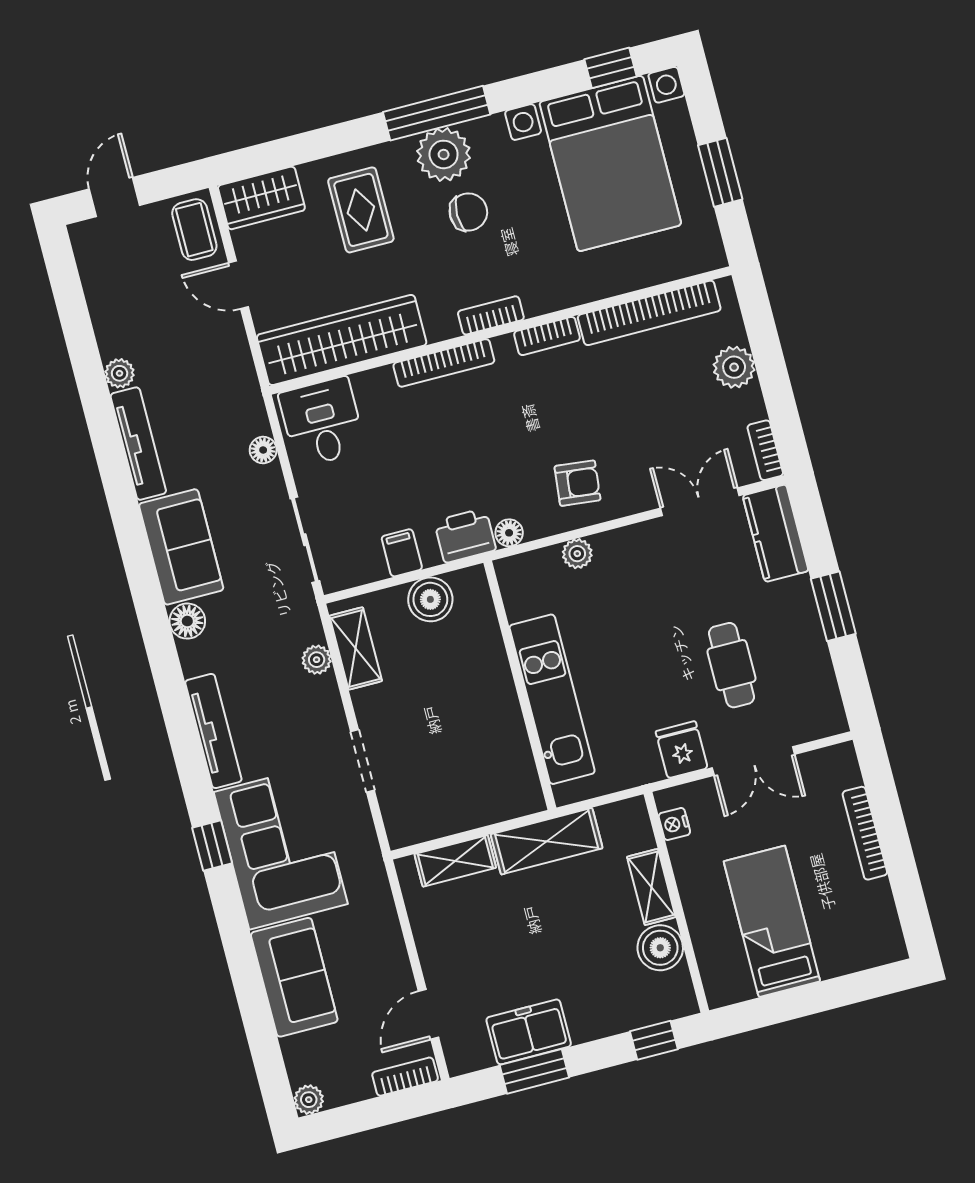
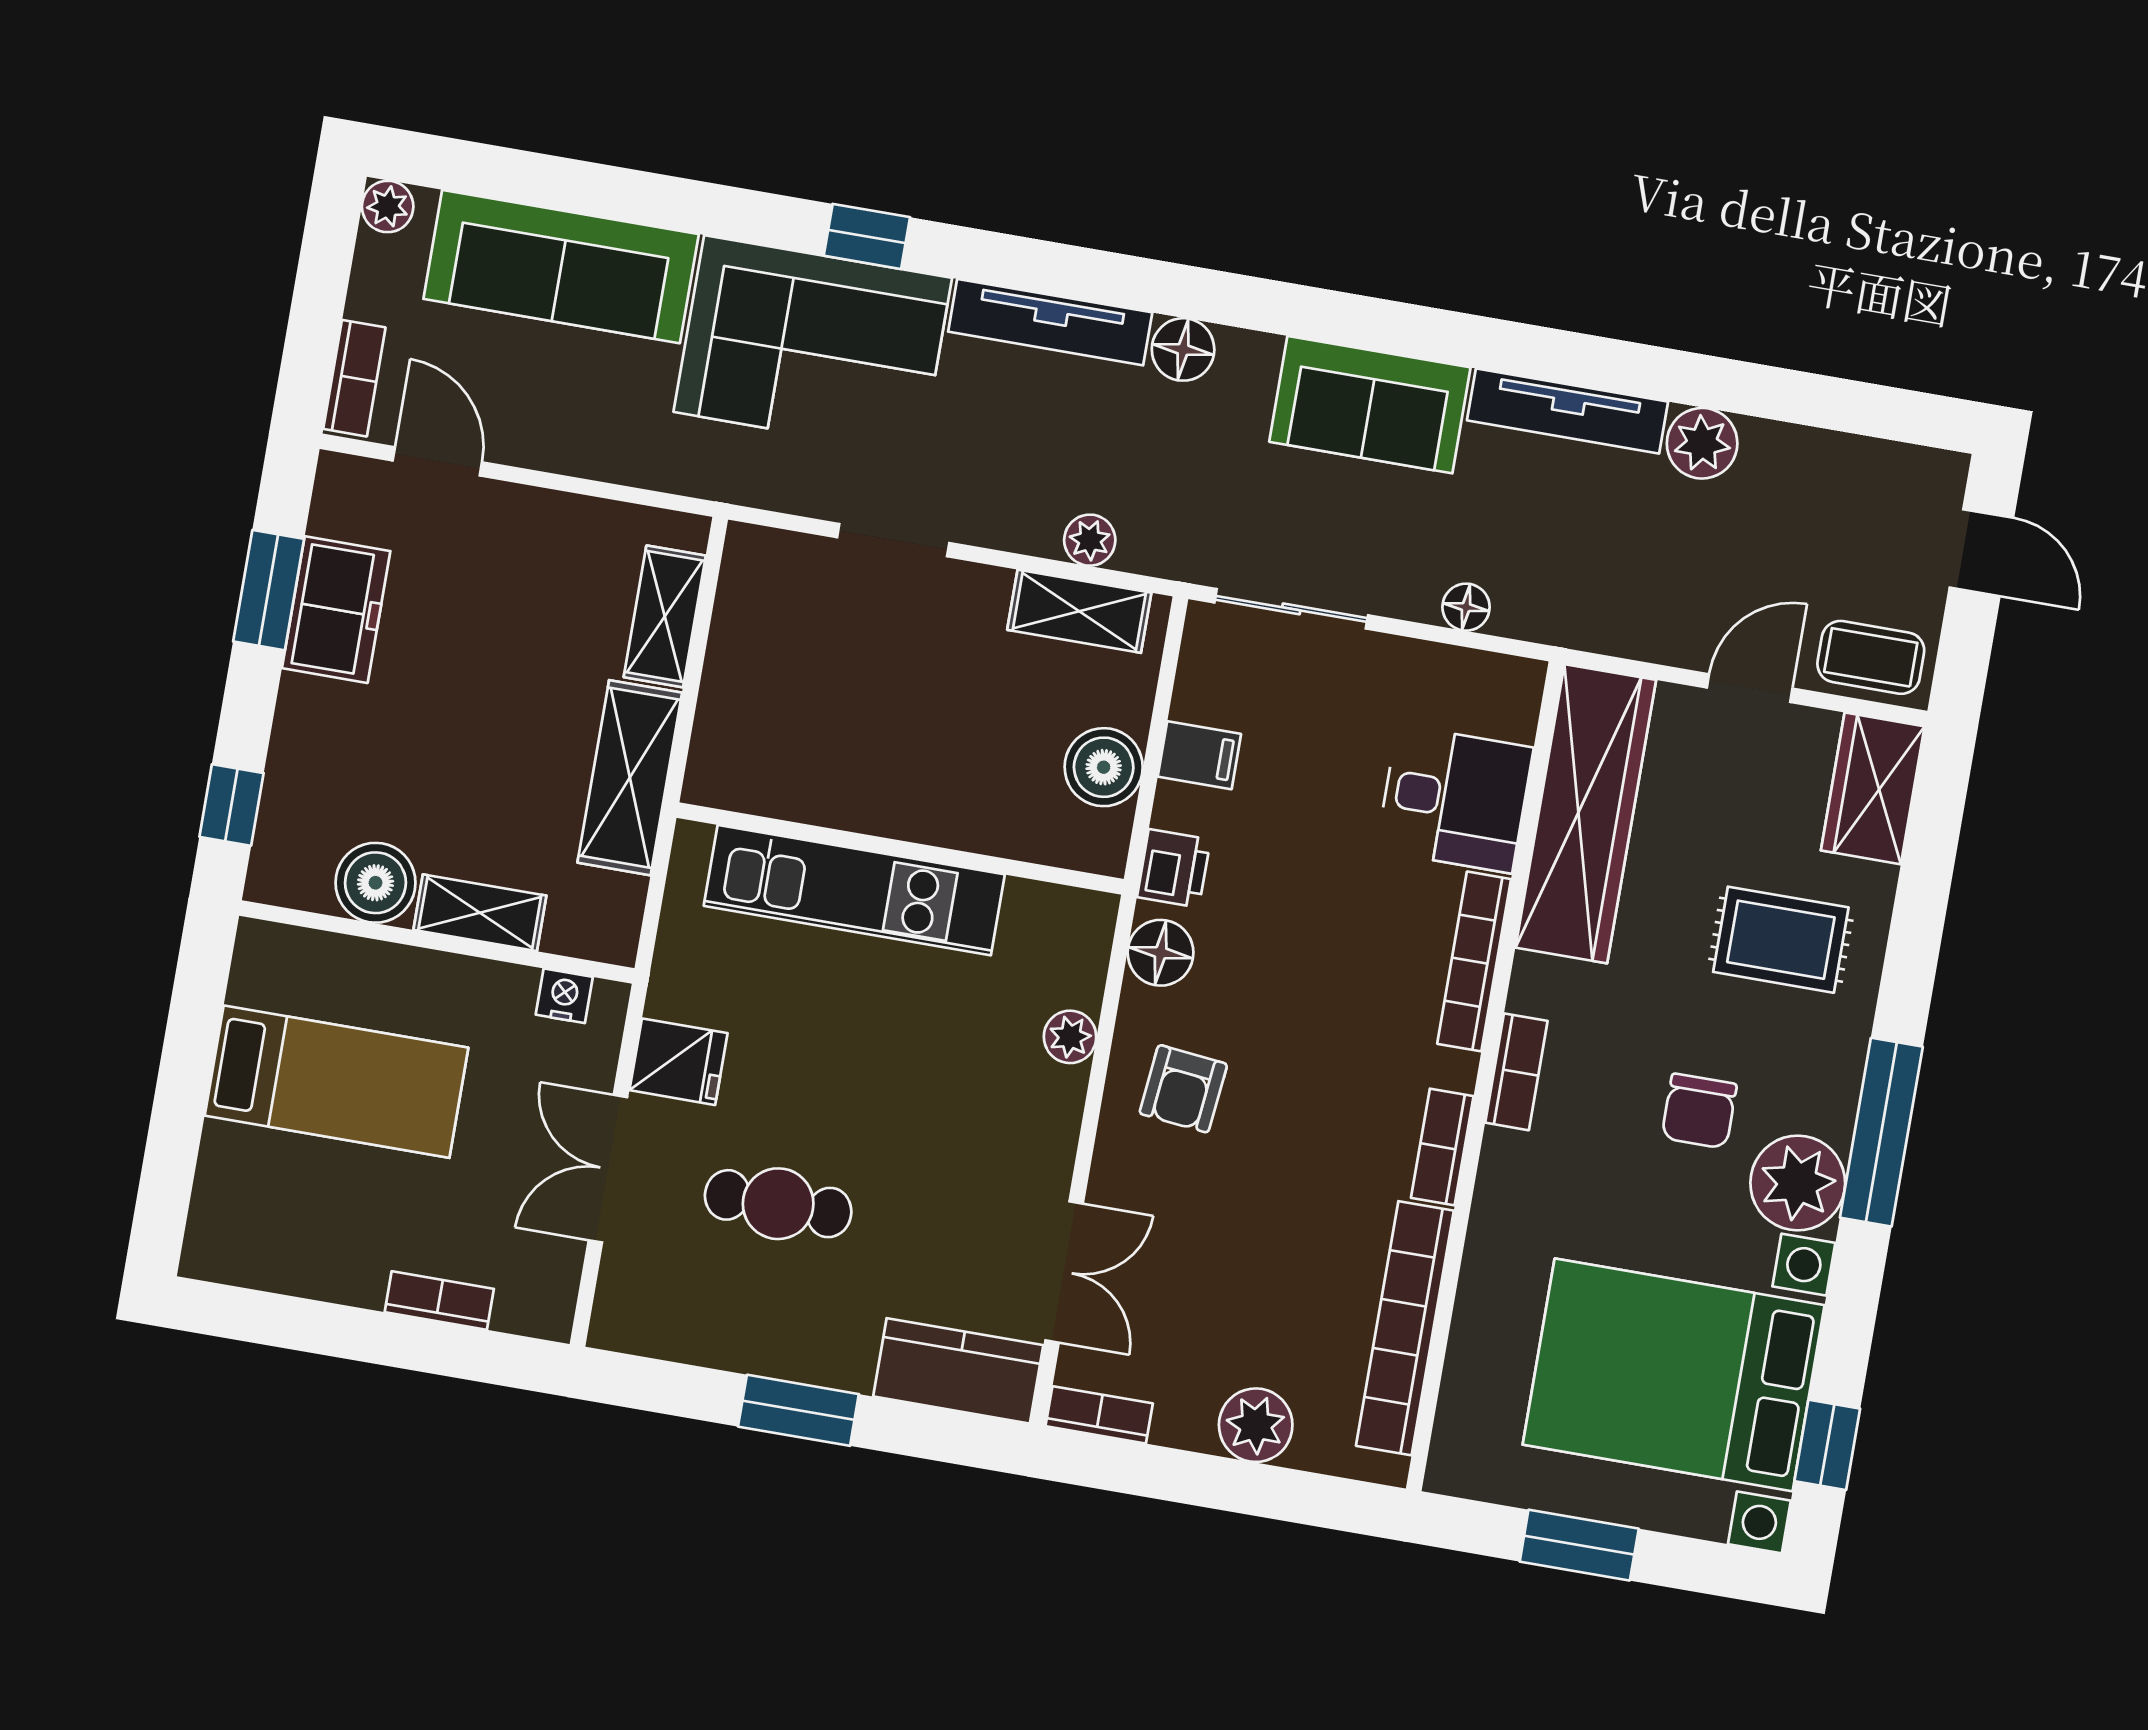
plant: (444, 154) -> (1798, 1183), moved
plant: (120, 373) -> (1702, 443), width x1.38, depth x1.38
desk: (322, 422) -> (1455, 799), moved
floor lamp: (509, 533) -> (1161, 953), width x1.37, depth x1.37
printer: (465, 535) -> (1174, 868), width x0.73, depth x0.81
floor lamp: (187, 621) -> (1183, 349), moved
bookcase: (865, 833) -> (439, 1300), width x0.64
sofa: (294, 977) -> (561, 267), width x1.36

